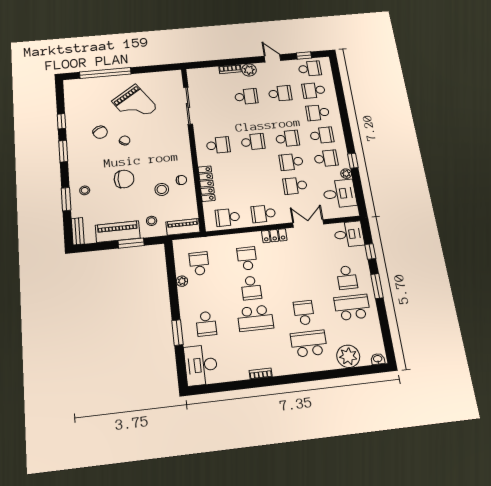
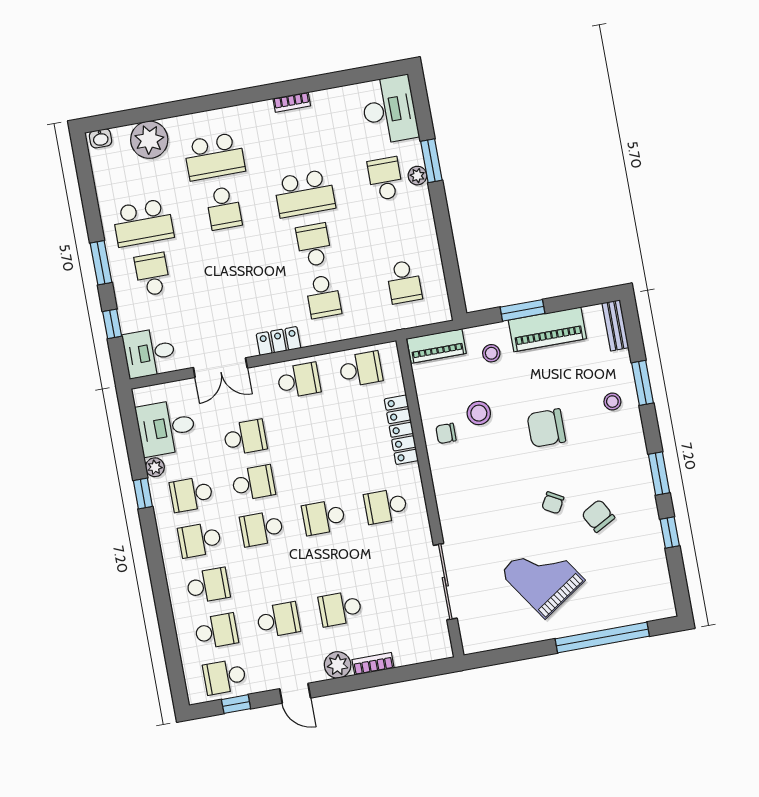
school desk: (280, 93) -> (278, 620), turned 180
plant: (182, 281) -> (417, 176), moved
school desk: (255, 318) -> (305, 193), turned 180

